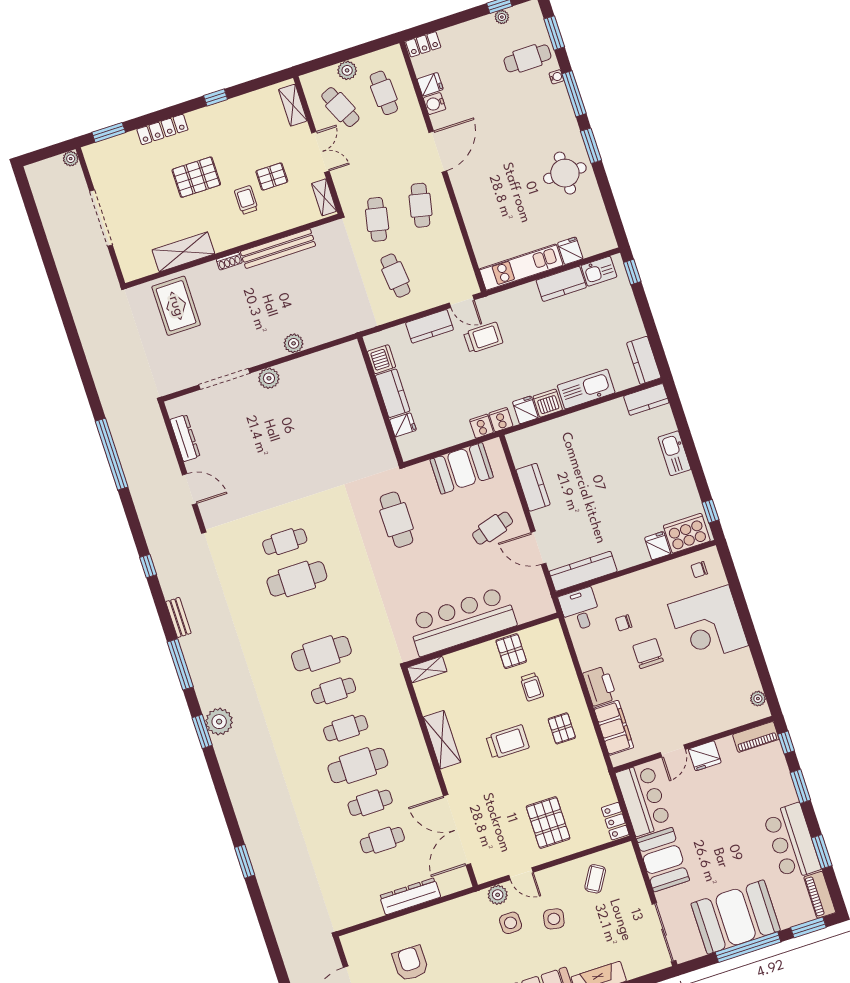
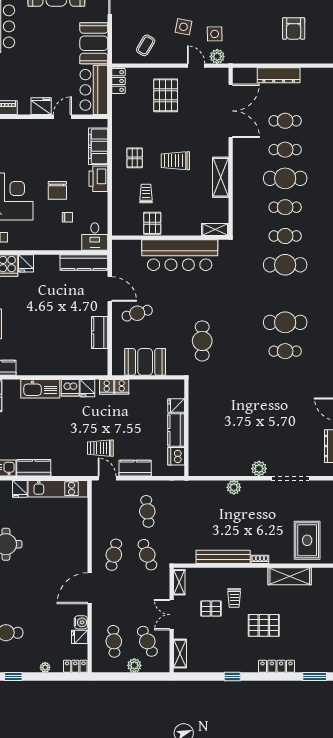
plant: (502, 17) -> (45, 667), moved
cafe table: (377, 219) -> (147, 555), turned -33

